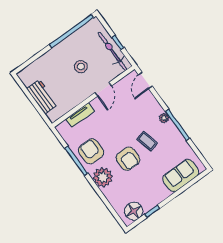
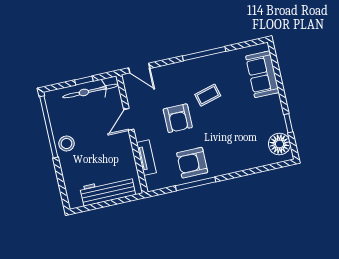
stool: (81, 67) -> (67, 144), moved
door: (103, 89) -> (129, 119), swing flipped
workbench: (42, 97) -> (108, 191), width x1.38
plant: (164, 118) -> (190, 65), removed
armchair: (128, 159) -> (178, 118), moved, turned 90
plant: (103, 177) -> (227, 162), removed

